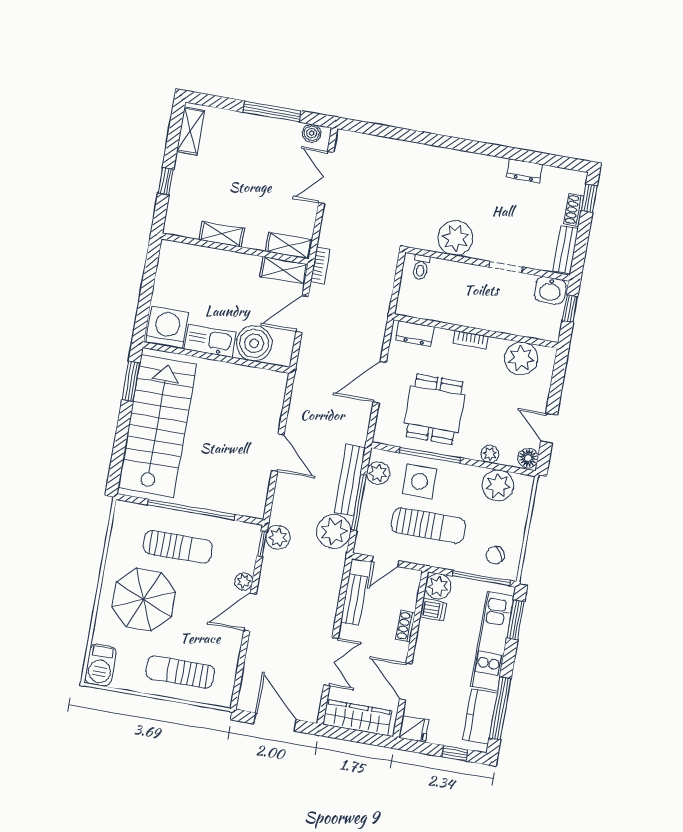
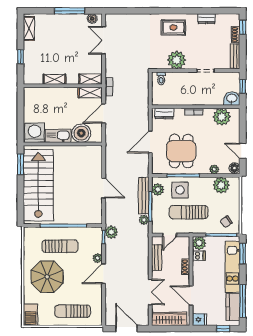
rug: (460, 176) -> (173, 28), added
washbasin: (550, 290) -> (232, 99), moved, turned 180
sun lounger: (428, 525) -> (189, 212), turned 180
plant: (334, 532) -> (144, 220), width x0.53, depth x0.53

